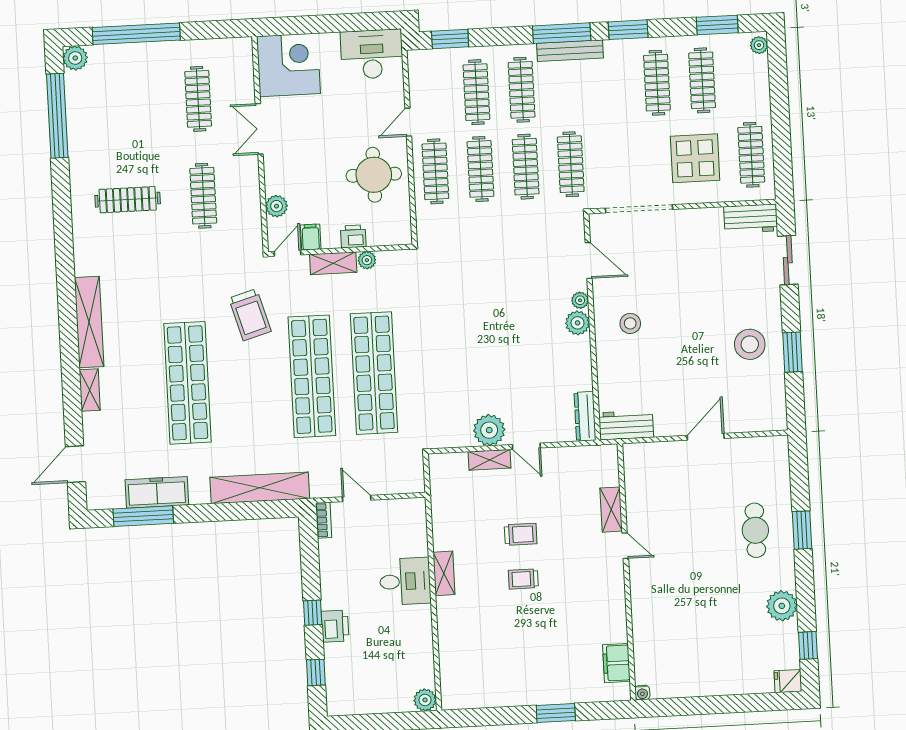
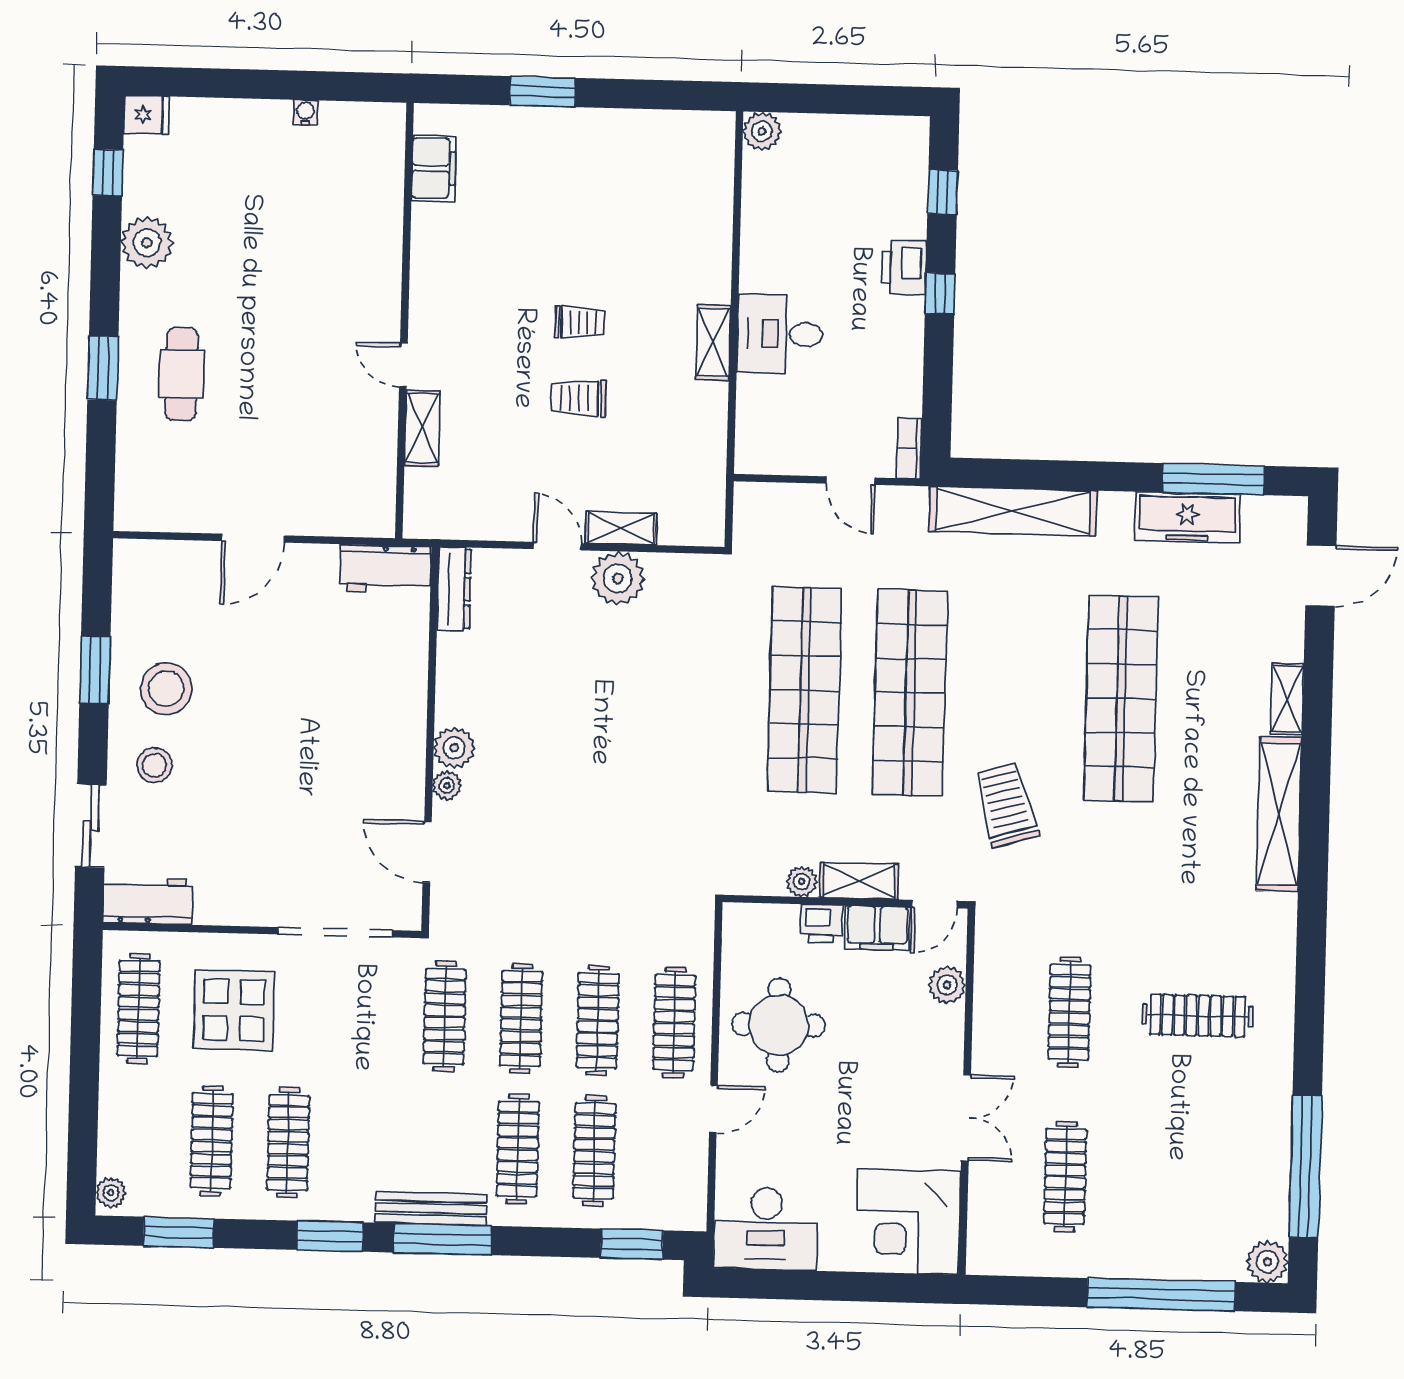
filing cabinet: (311, 237) -> (877, 928), width x2.00
stool: (630, 323) -> (154, 765), moved
water cooler: (642, 693) -> (306, 112), moved

